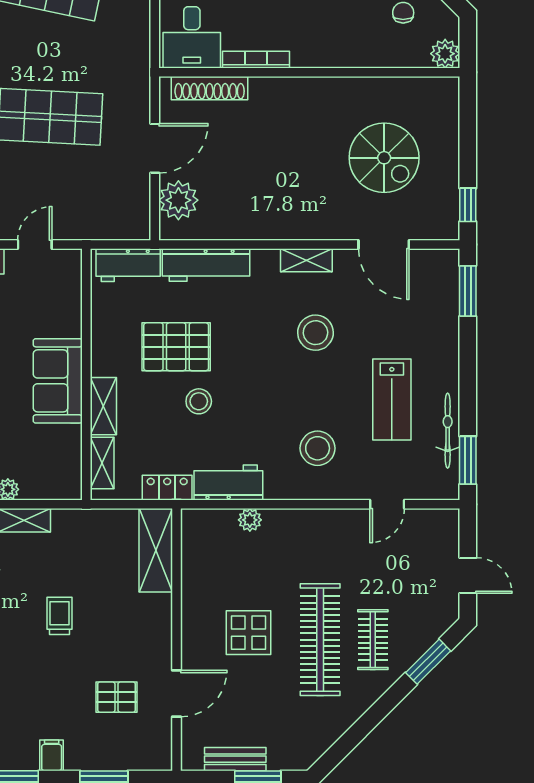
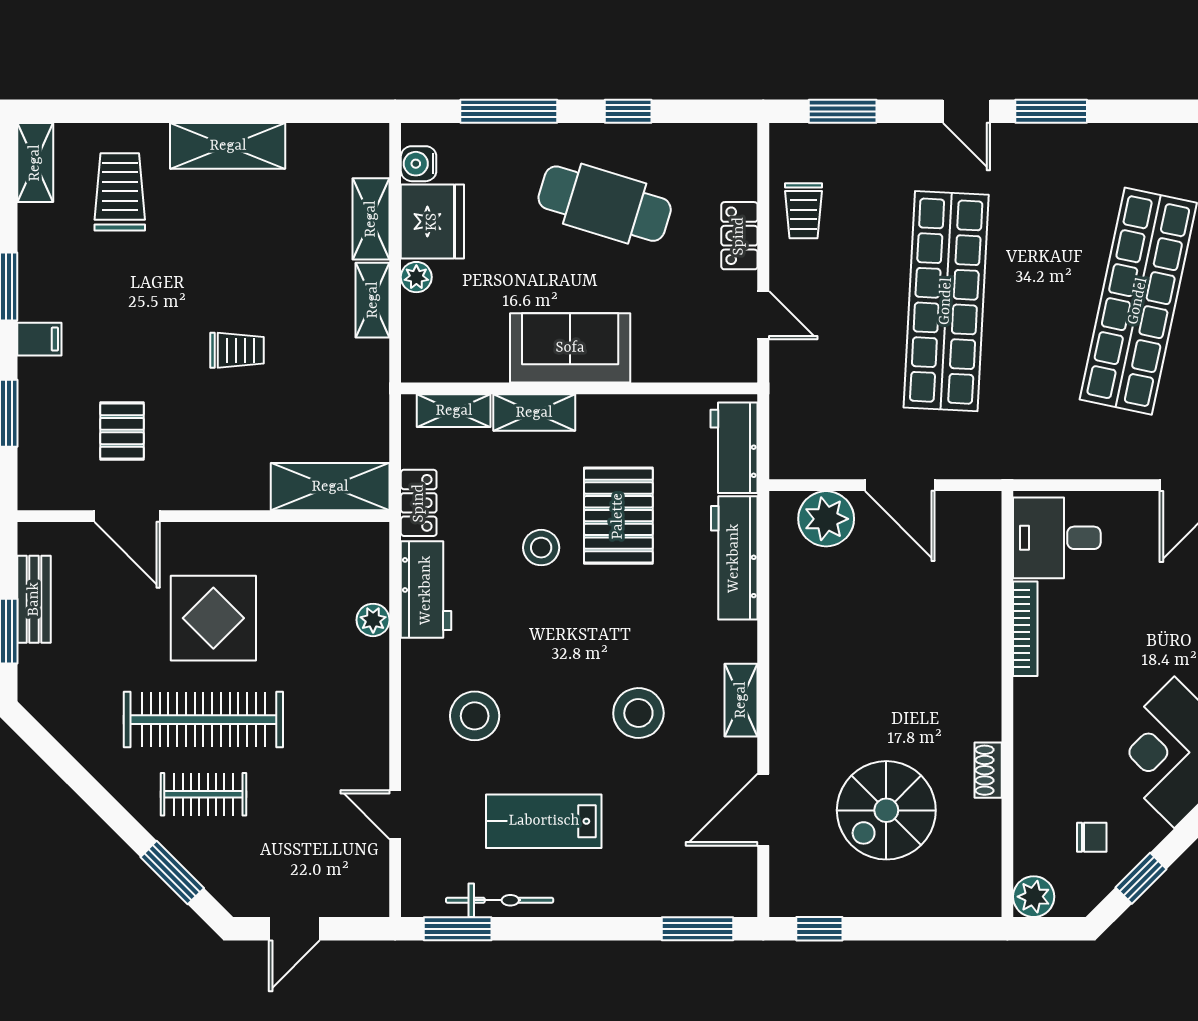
shoe rack: (210, 88) -> (988, 770), moved, width x0.51, depth x0.81
display table: (249, 633) -> (213, 618), width x1.36, depth x1.36

